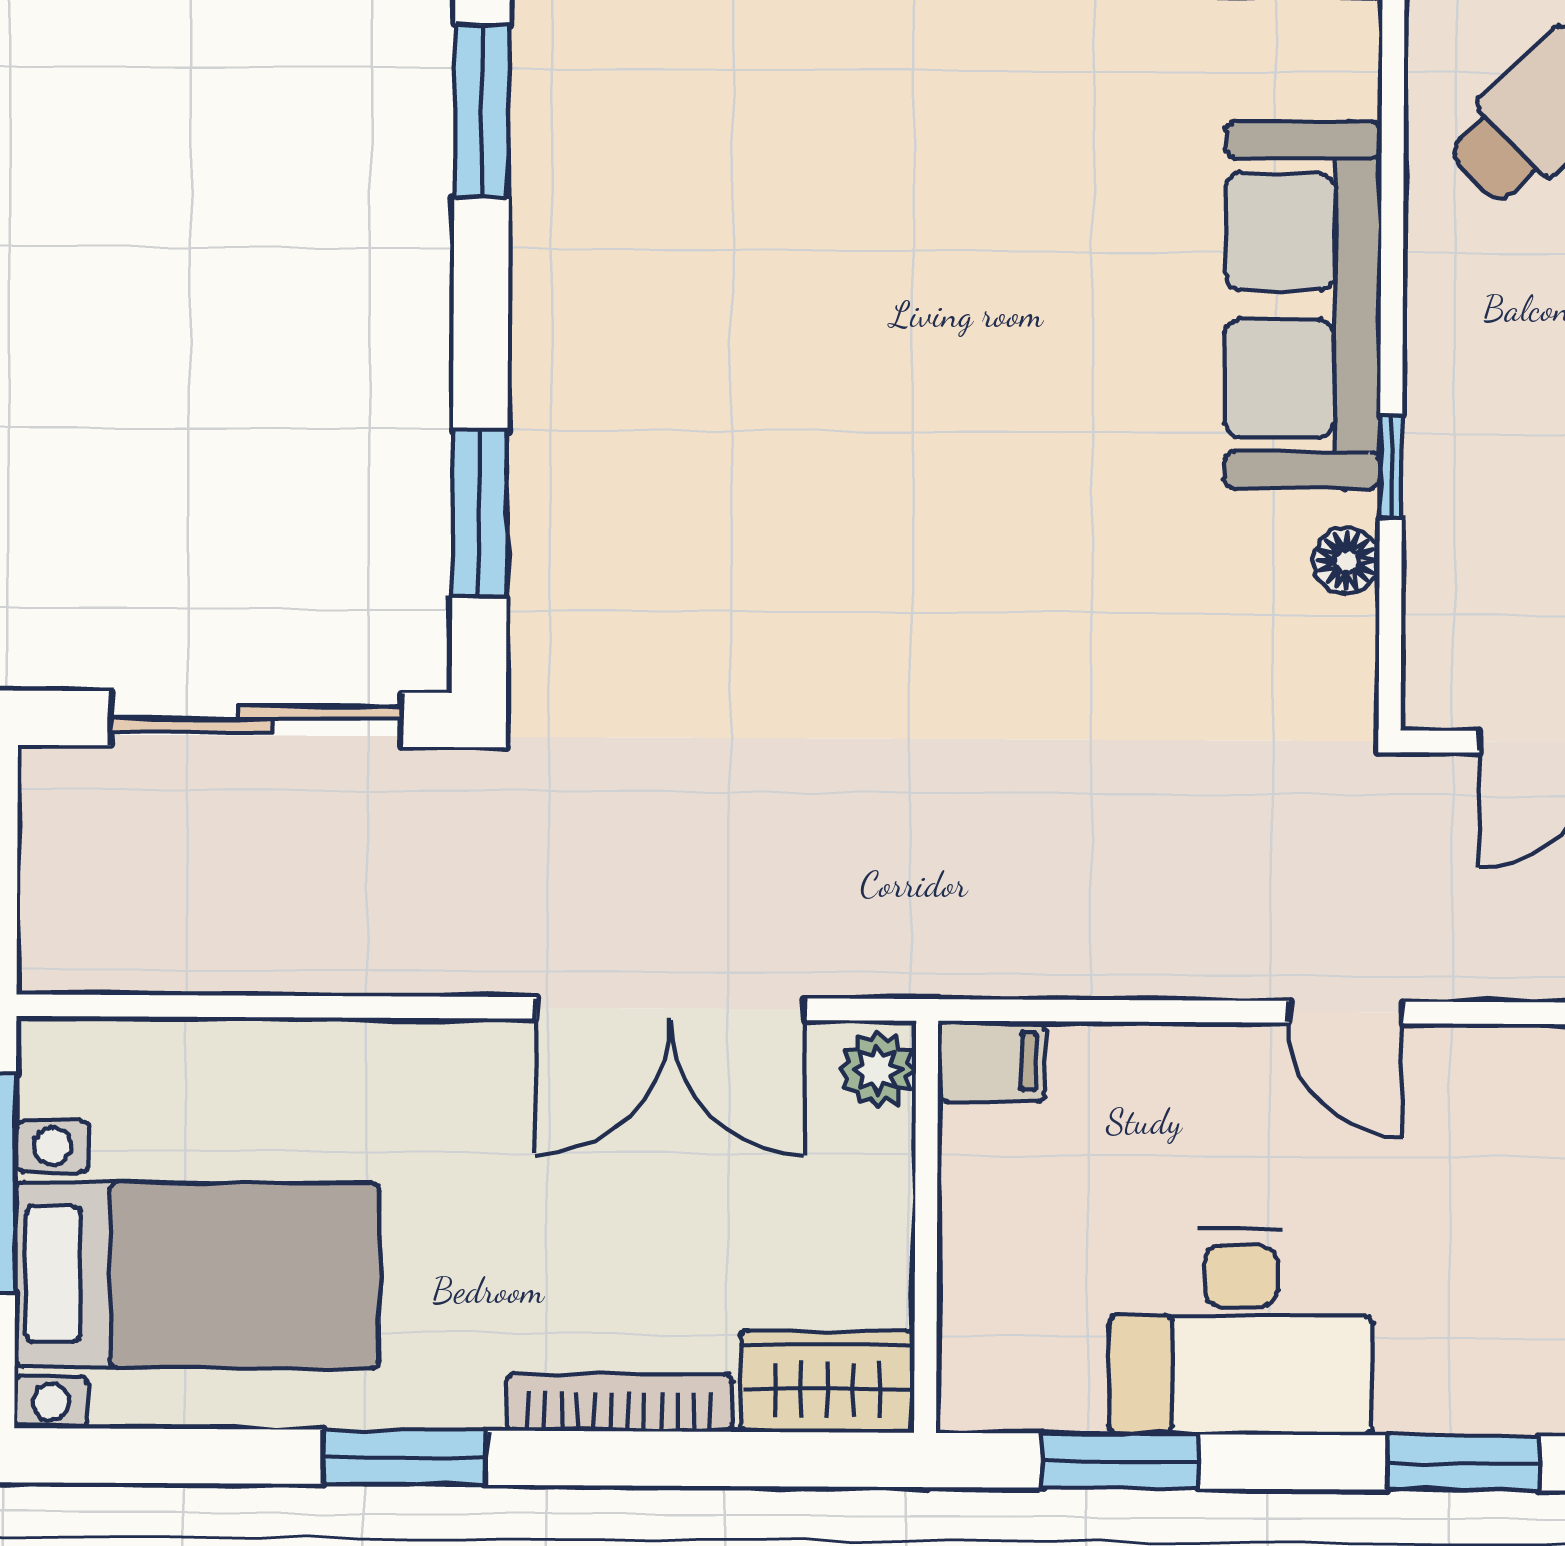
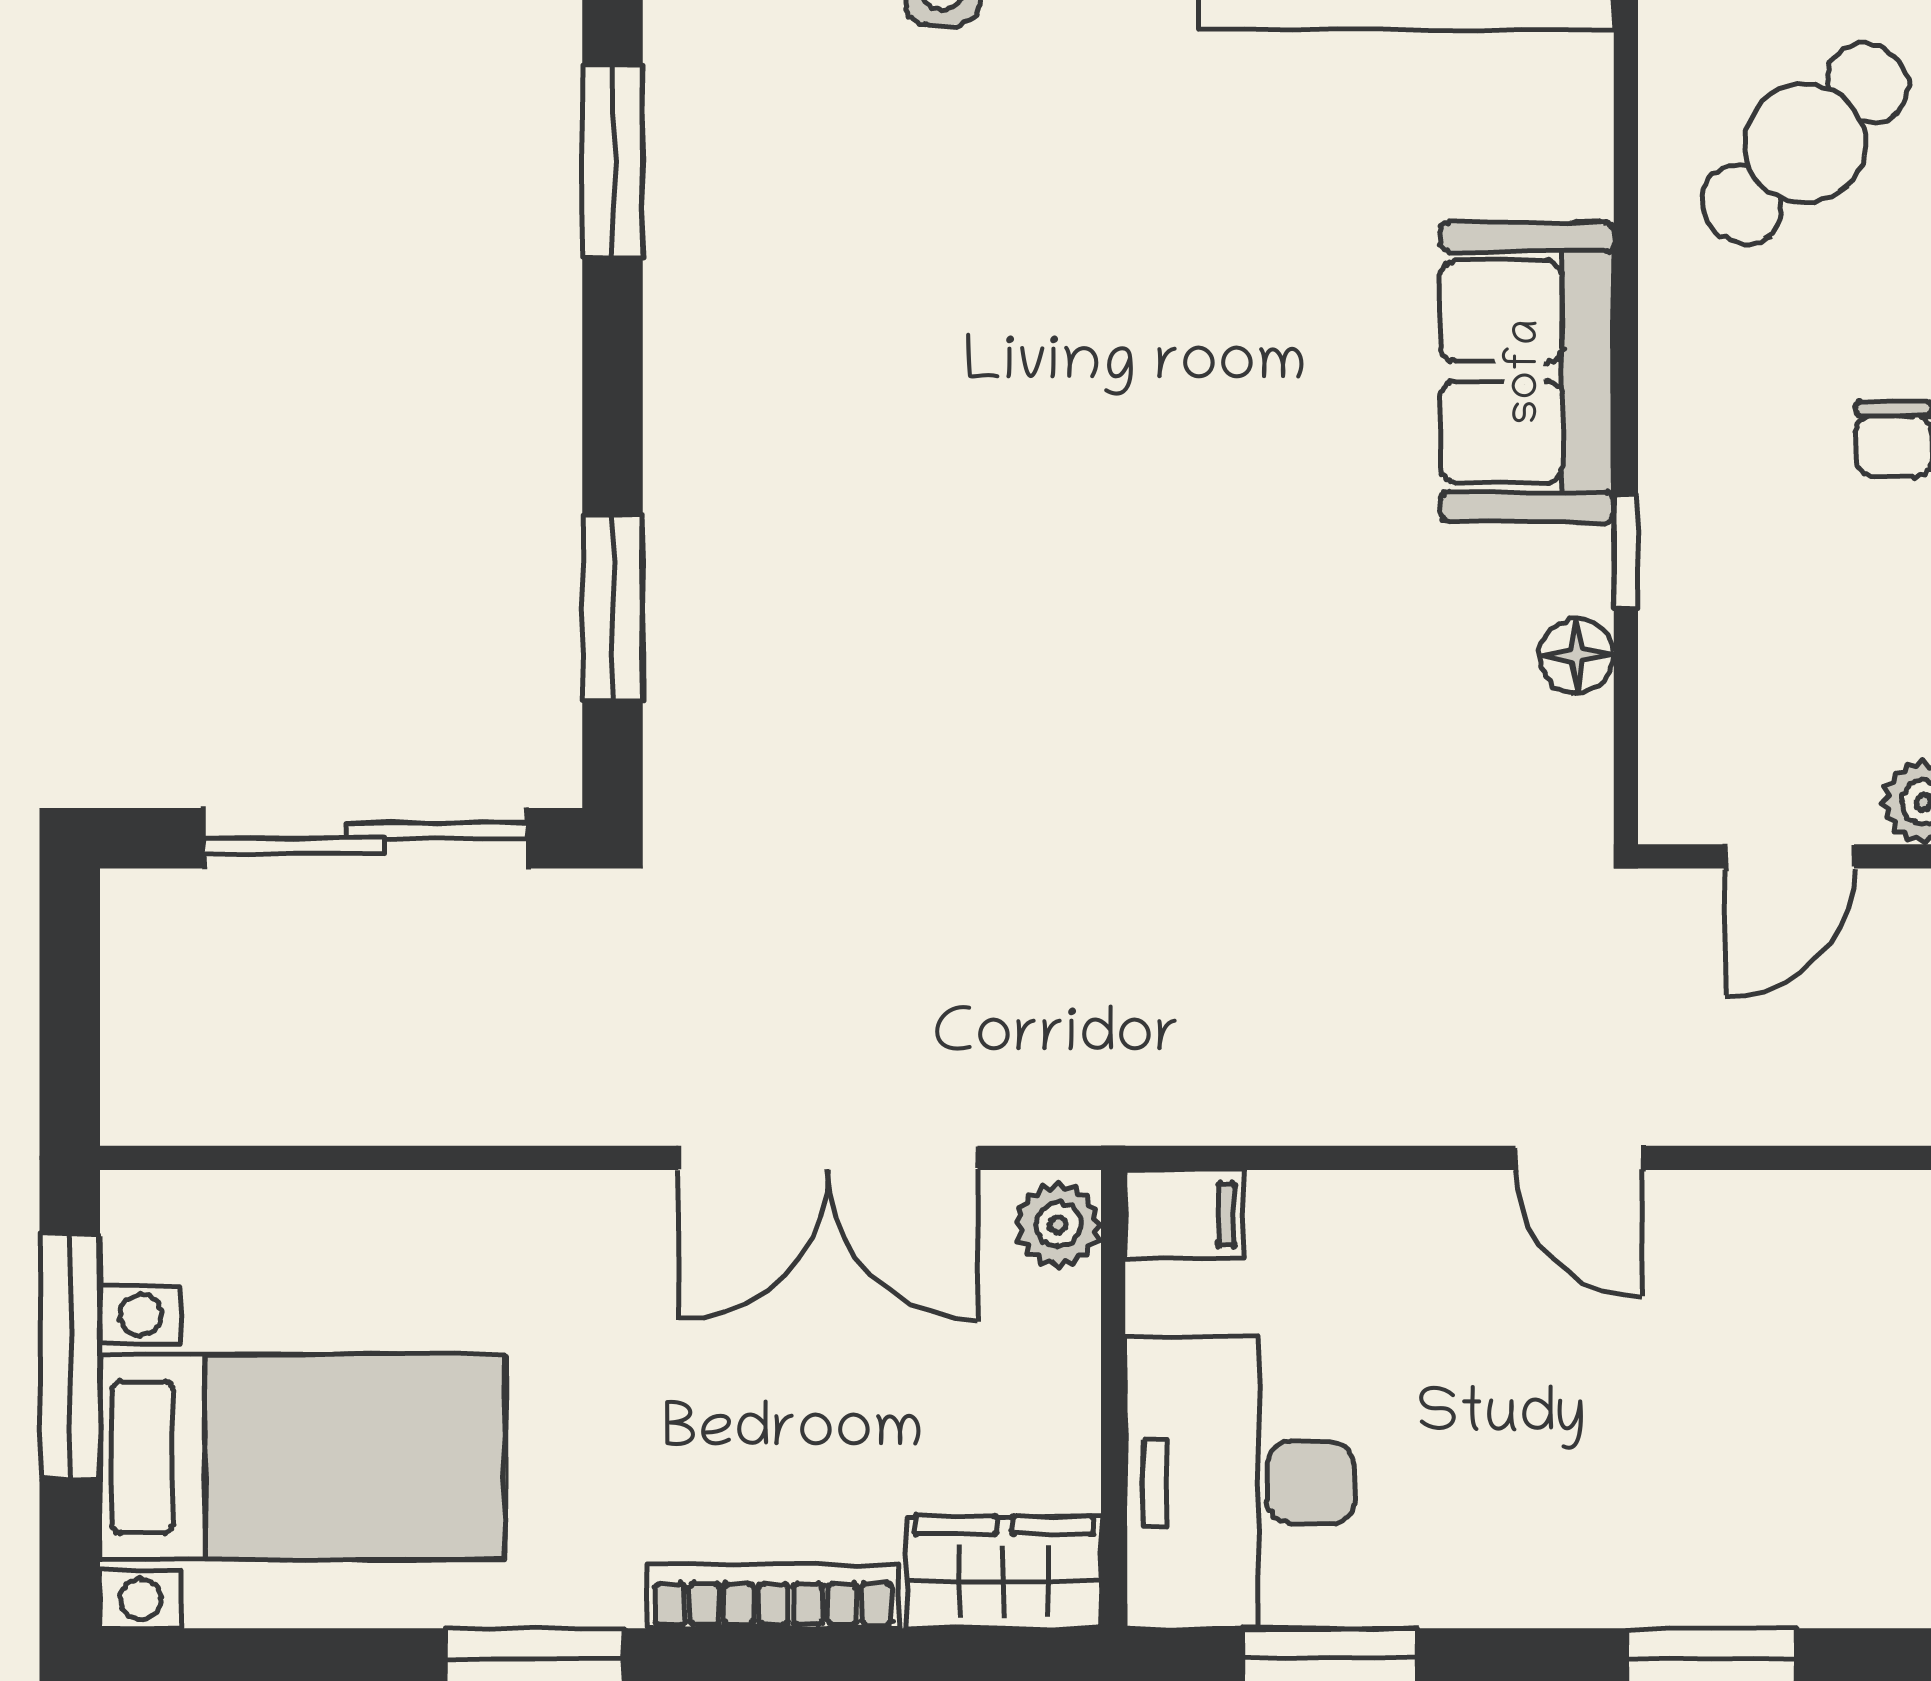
sofa: (1303, 305) -> (1527, 372), width x0.73
desk: (1241, 1331) -> (1240, 1482), moved, turned 90

